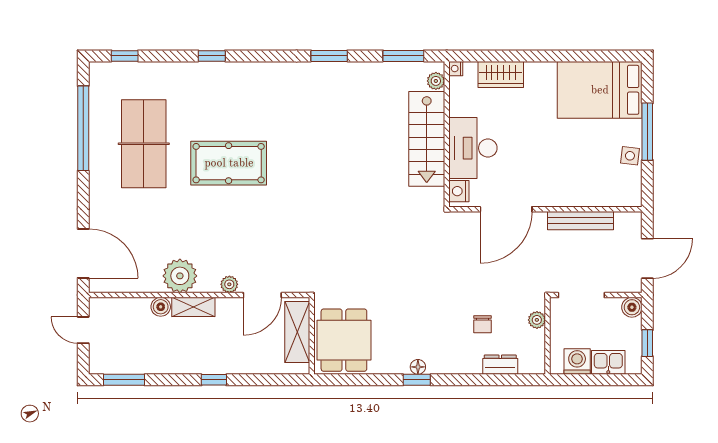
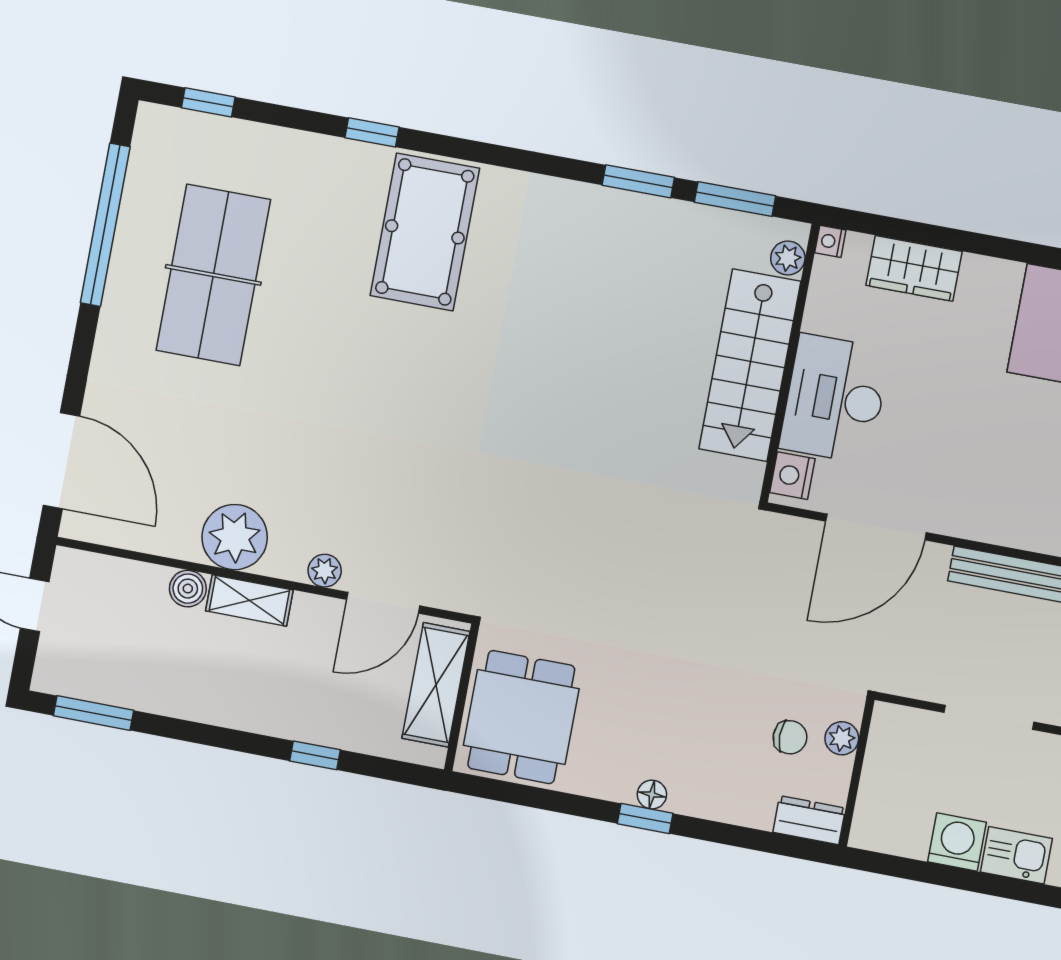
window: (329, 56) -> (638, 181), moved
pool table: (229, 163) -> (425, 232), moved, turned 90
plant: (537, 320) -> (842, 738), moved
chair: (483, 324) -> (790, 737), turned -90
wall: (548, 336) -> (857, 772), moved
window: (214, 380) -> (315, 755), moved

